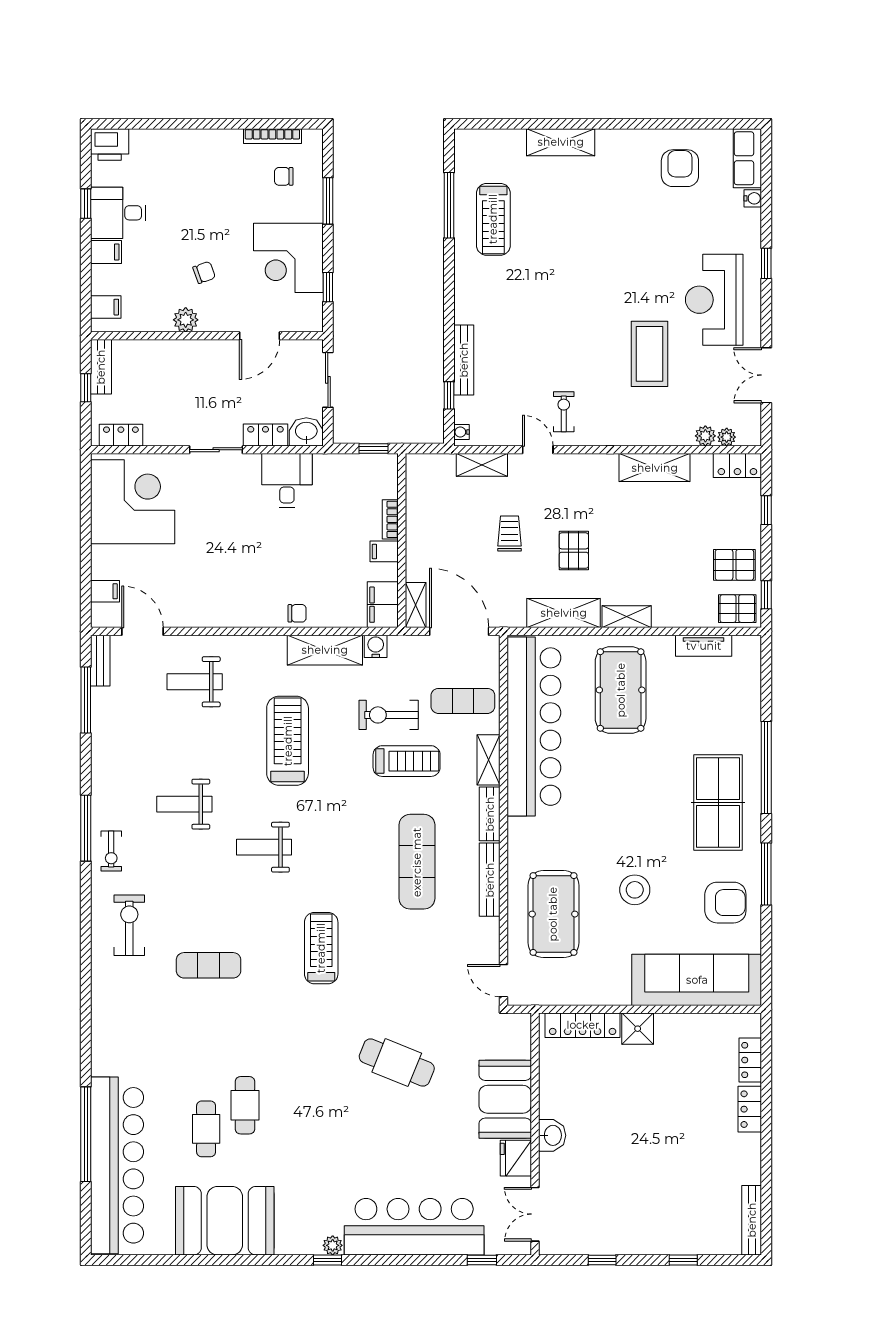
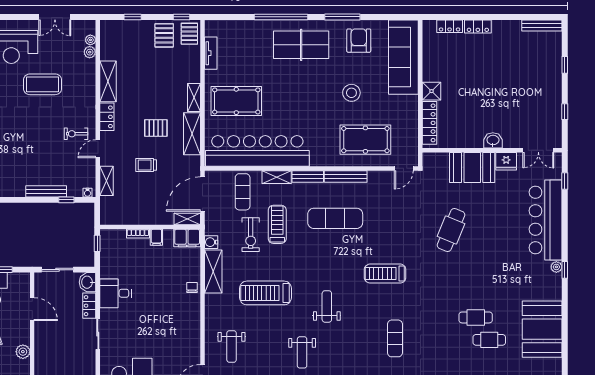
locker: (737, 466) -> (107, 117), moved
weight bench: (264, 847) -> (327, 306), turned 180

